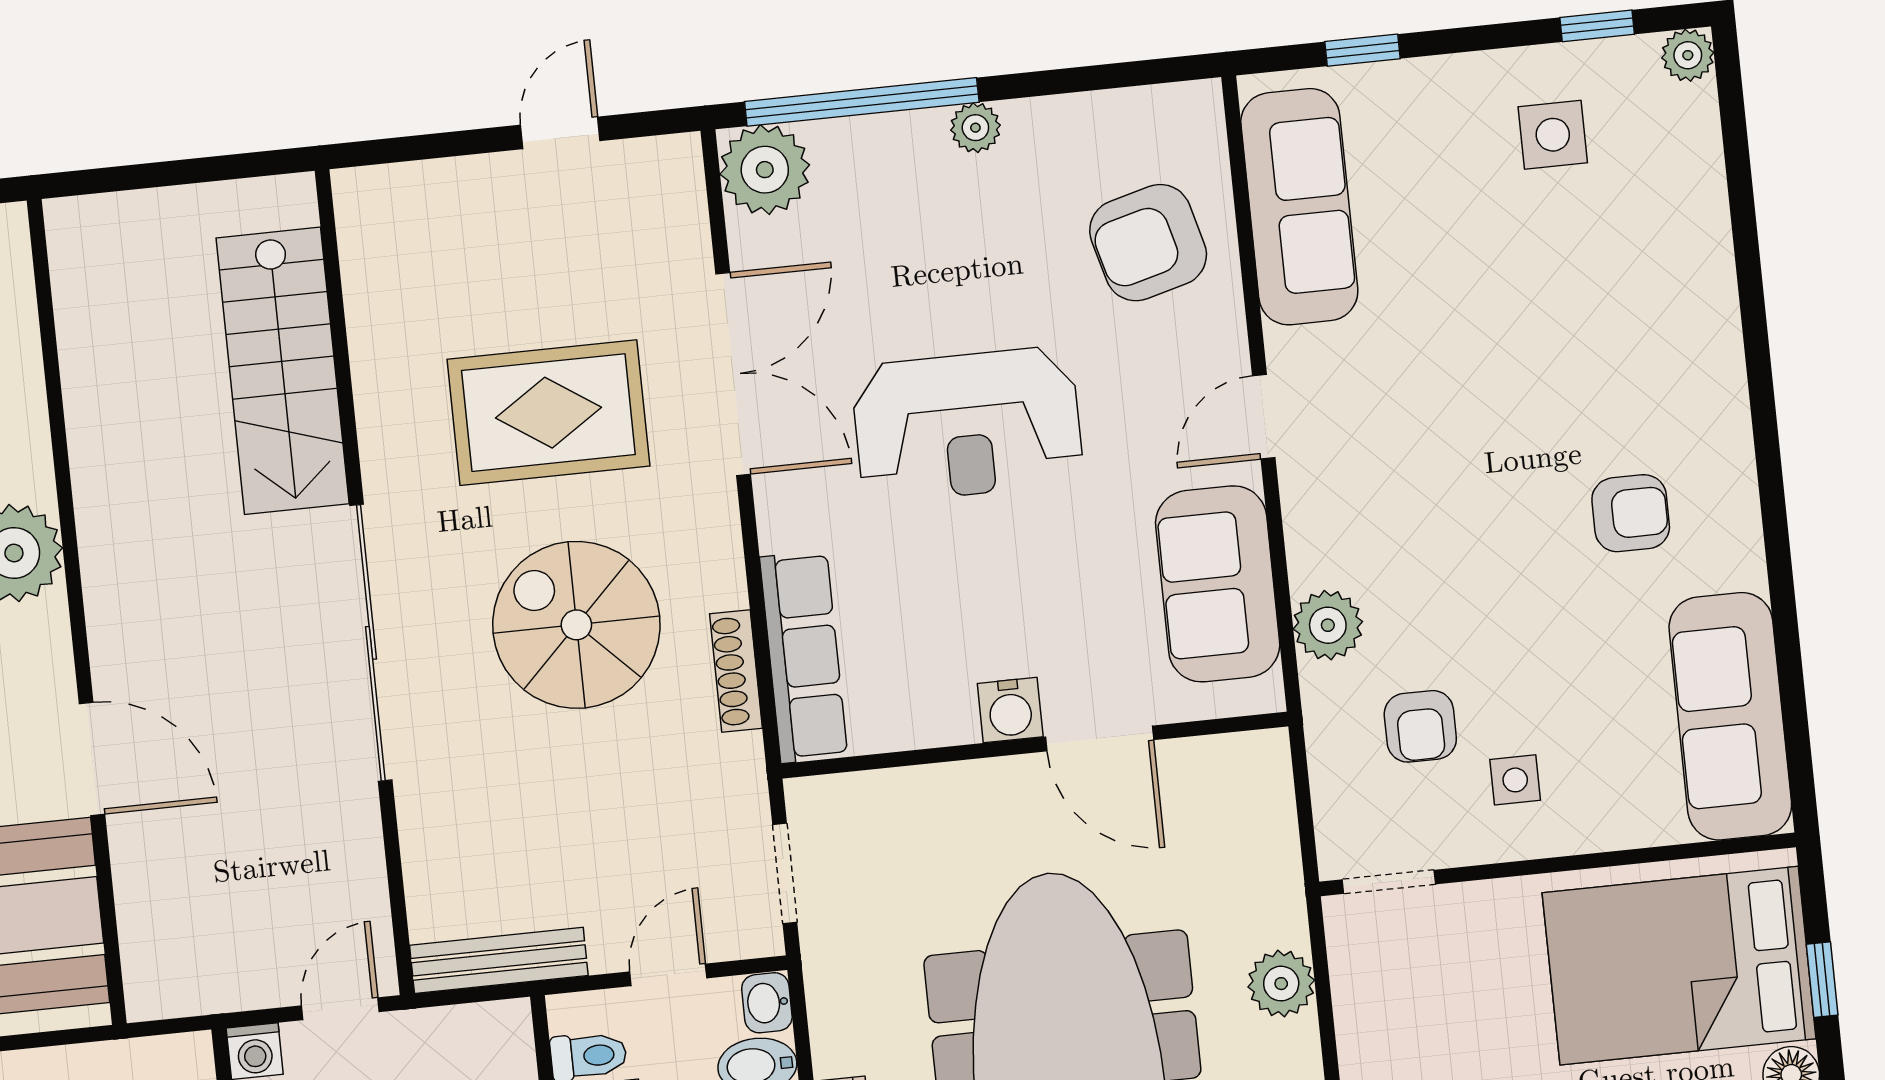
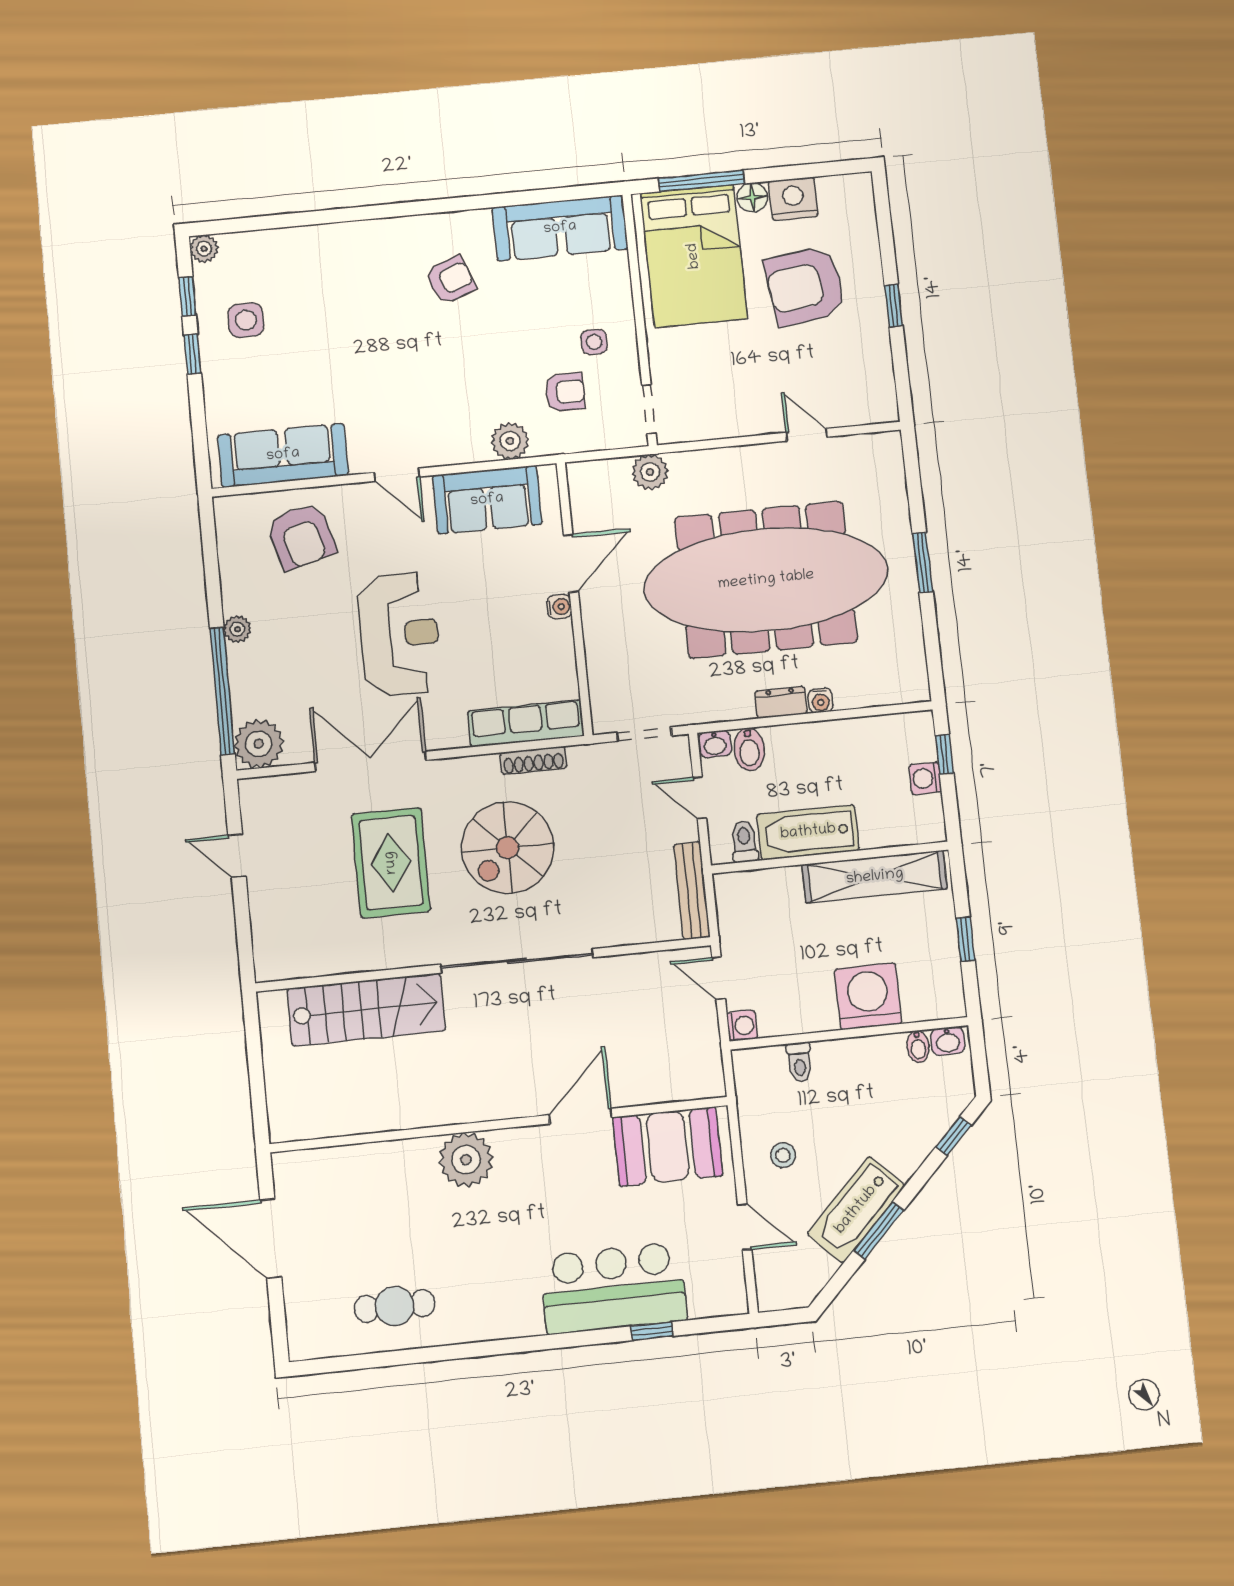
window: (1362, 50) -> (193, 354), moved
armchair: (1631, 513) -> (451, 280), turned 69
water cooler: (1010, 710) -> (559, 607), width x0.72, depth x0.72
window: (1822, 980) -> (701, 181), width x2.17
plant: (1281, 984) -> (650, 472), moved

